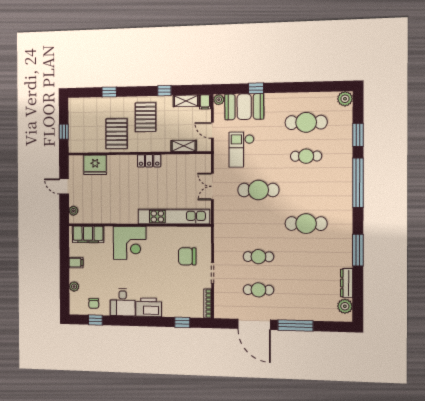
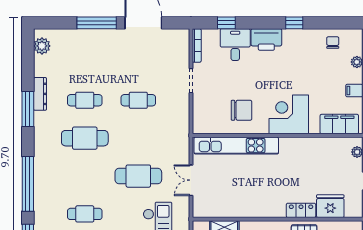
locker: (149, 161) -> (301, 210), moved
double door: (212, 186) -> (191, 180), swing flipped
chair: (187, 256) -> (241, 110), moved
dresser: (347, 283) -> (40, 94), moved
cafe table: (258, 290) -> (85, 100), moved
desk: (123, 302) -> (235, 45), moved
window: (95, 320) -> (294, 23), moved

